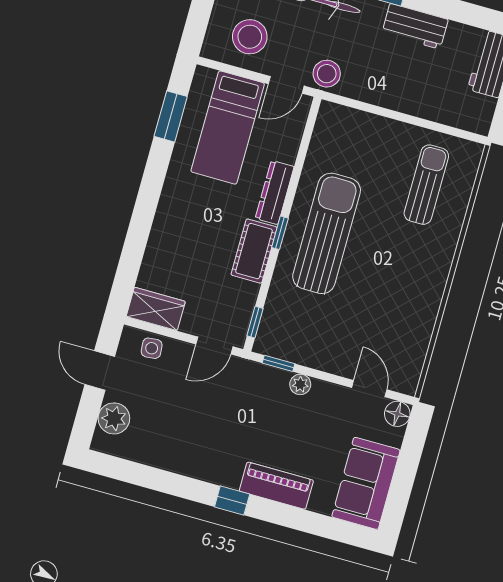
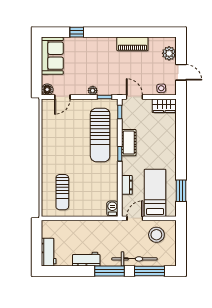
stool: (327, 74) -> (119, 228), removed
barbecue: (329, 119) -> (112, 209), added
dresser: (275, 193) -> (127, 185), moved, width x0.70
sun lounger: (327, 233) -> (100, 135), moved
door: (214, 345) -> (134, 97), hinge flipped
door: (369, 389) -> (62, 97), hinge flipped
piano: (276, 486) -> (132, 44), moved
window: (232, 501) -> (77, 32), moved

